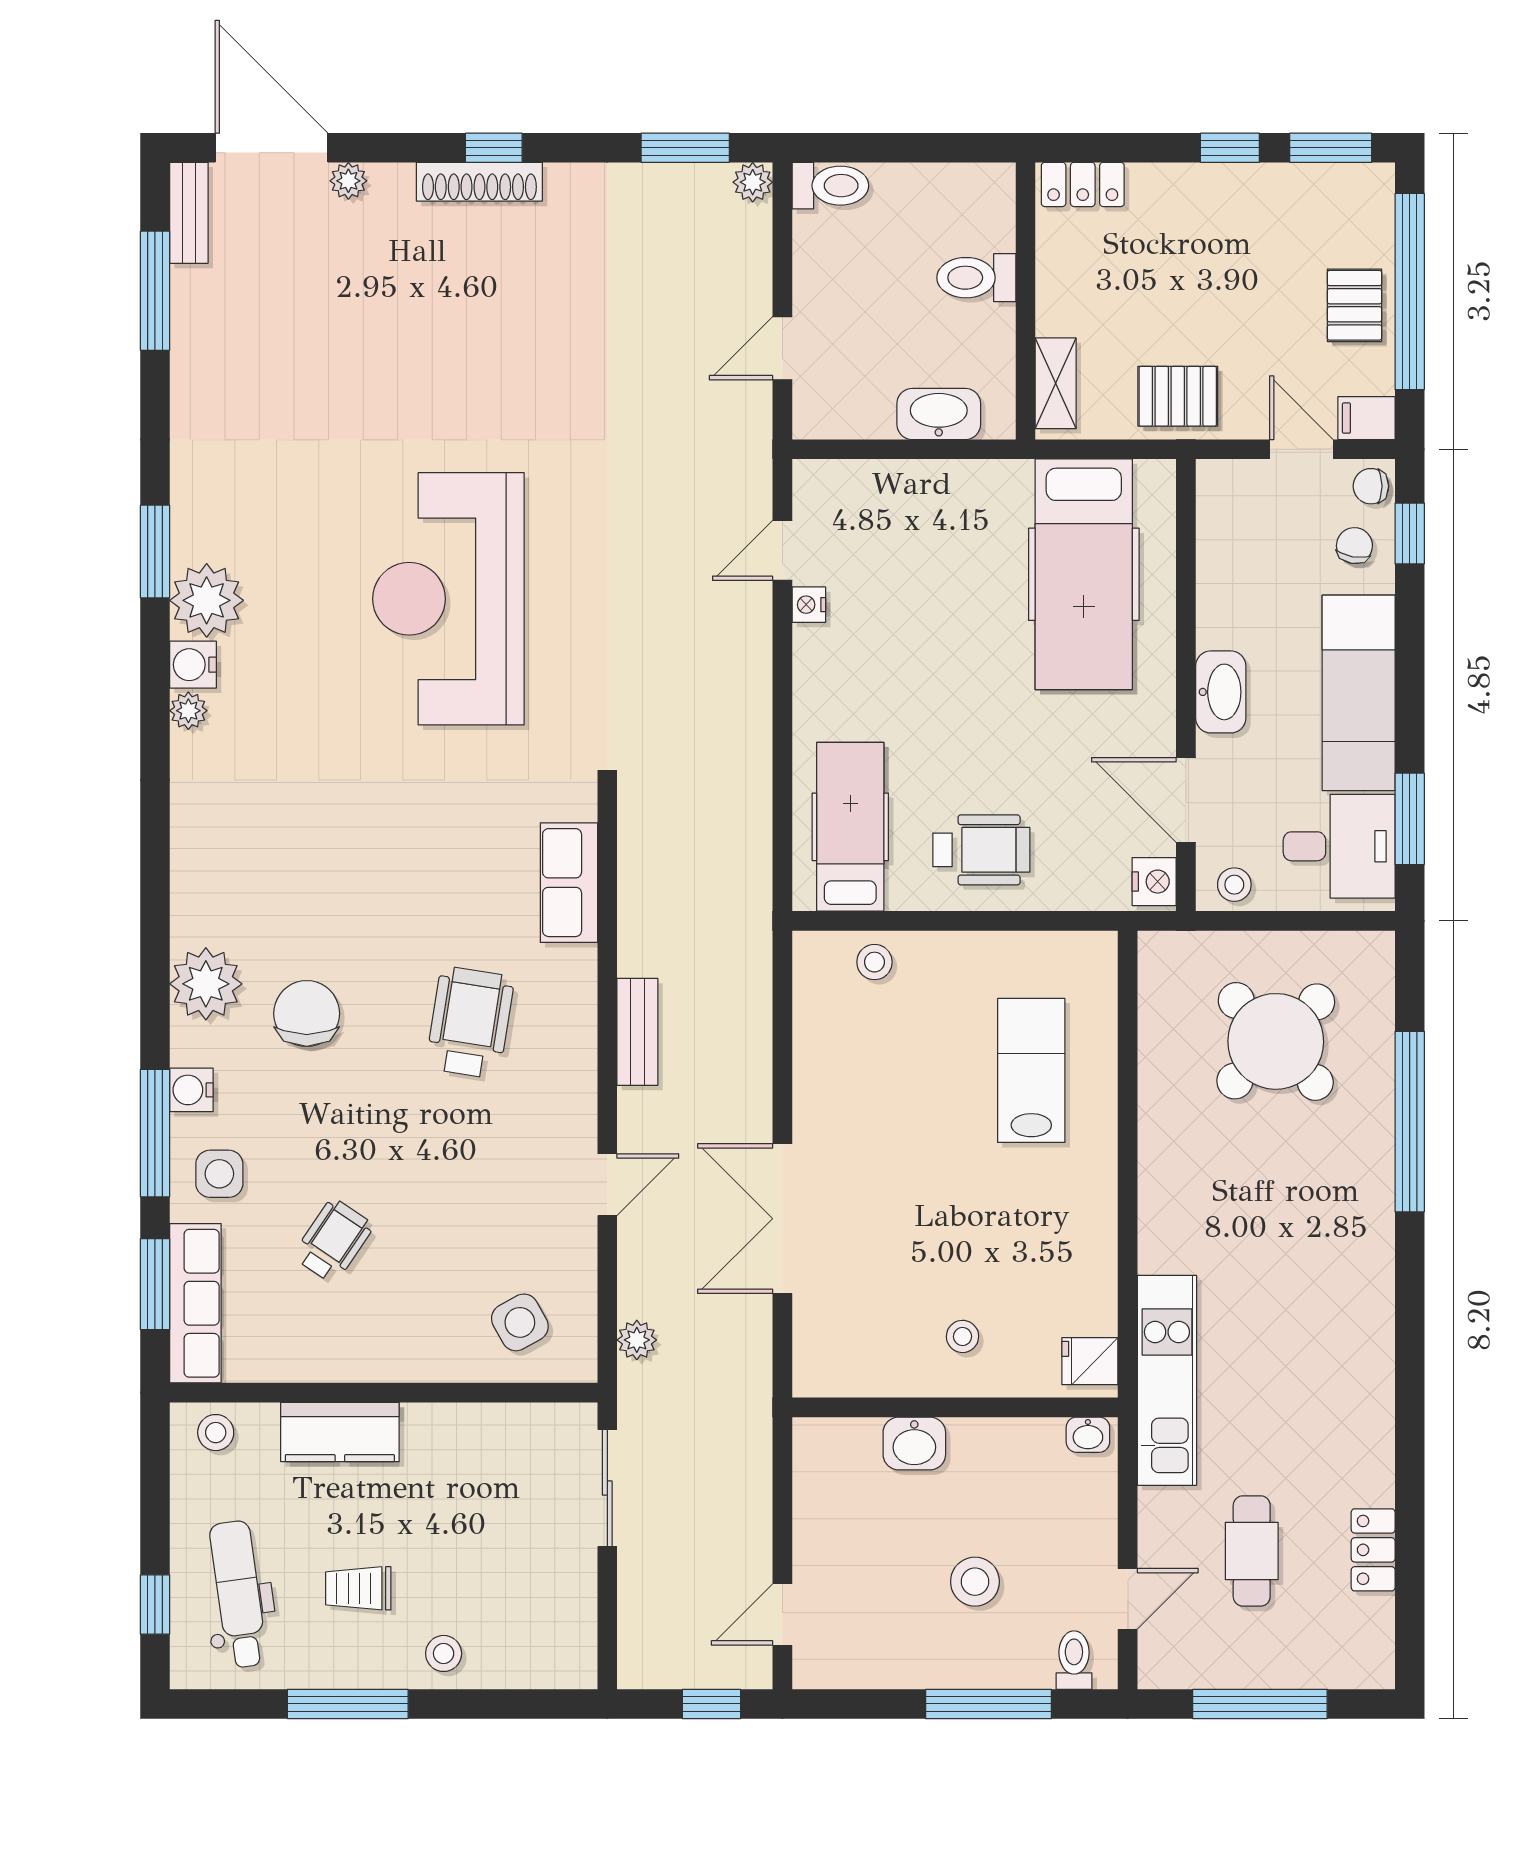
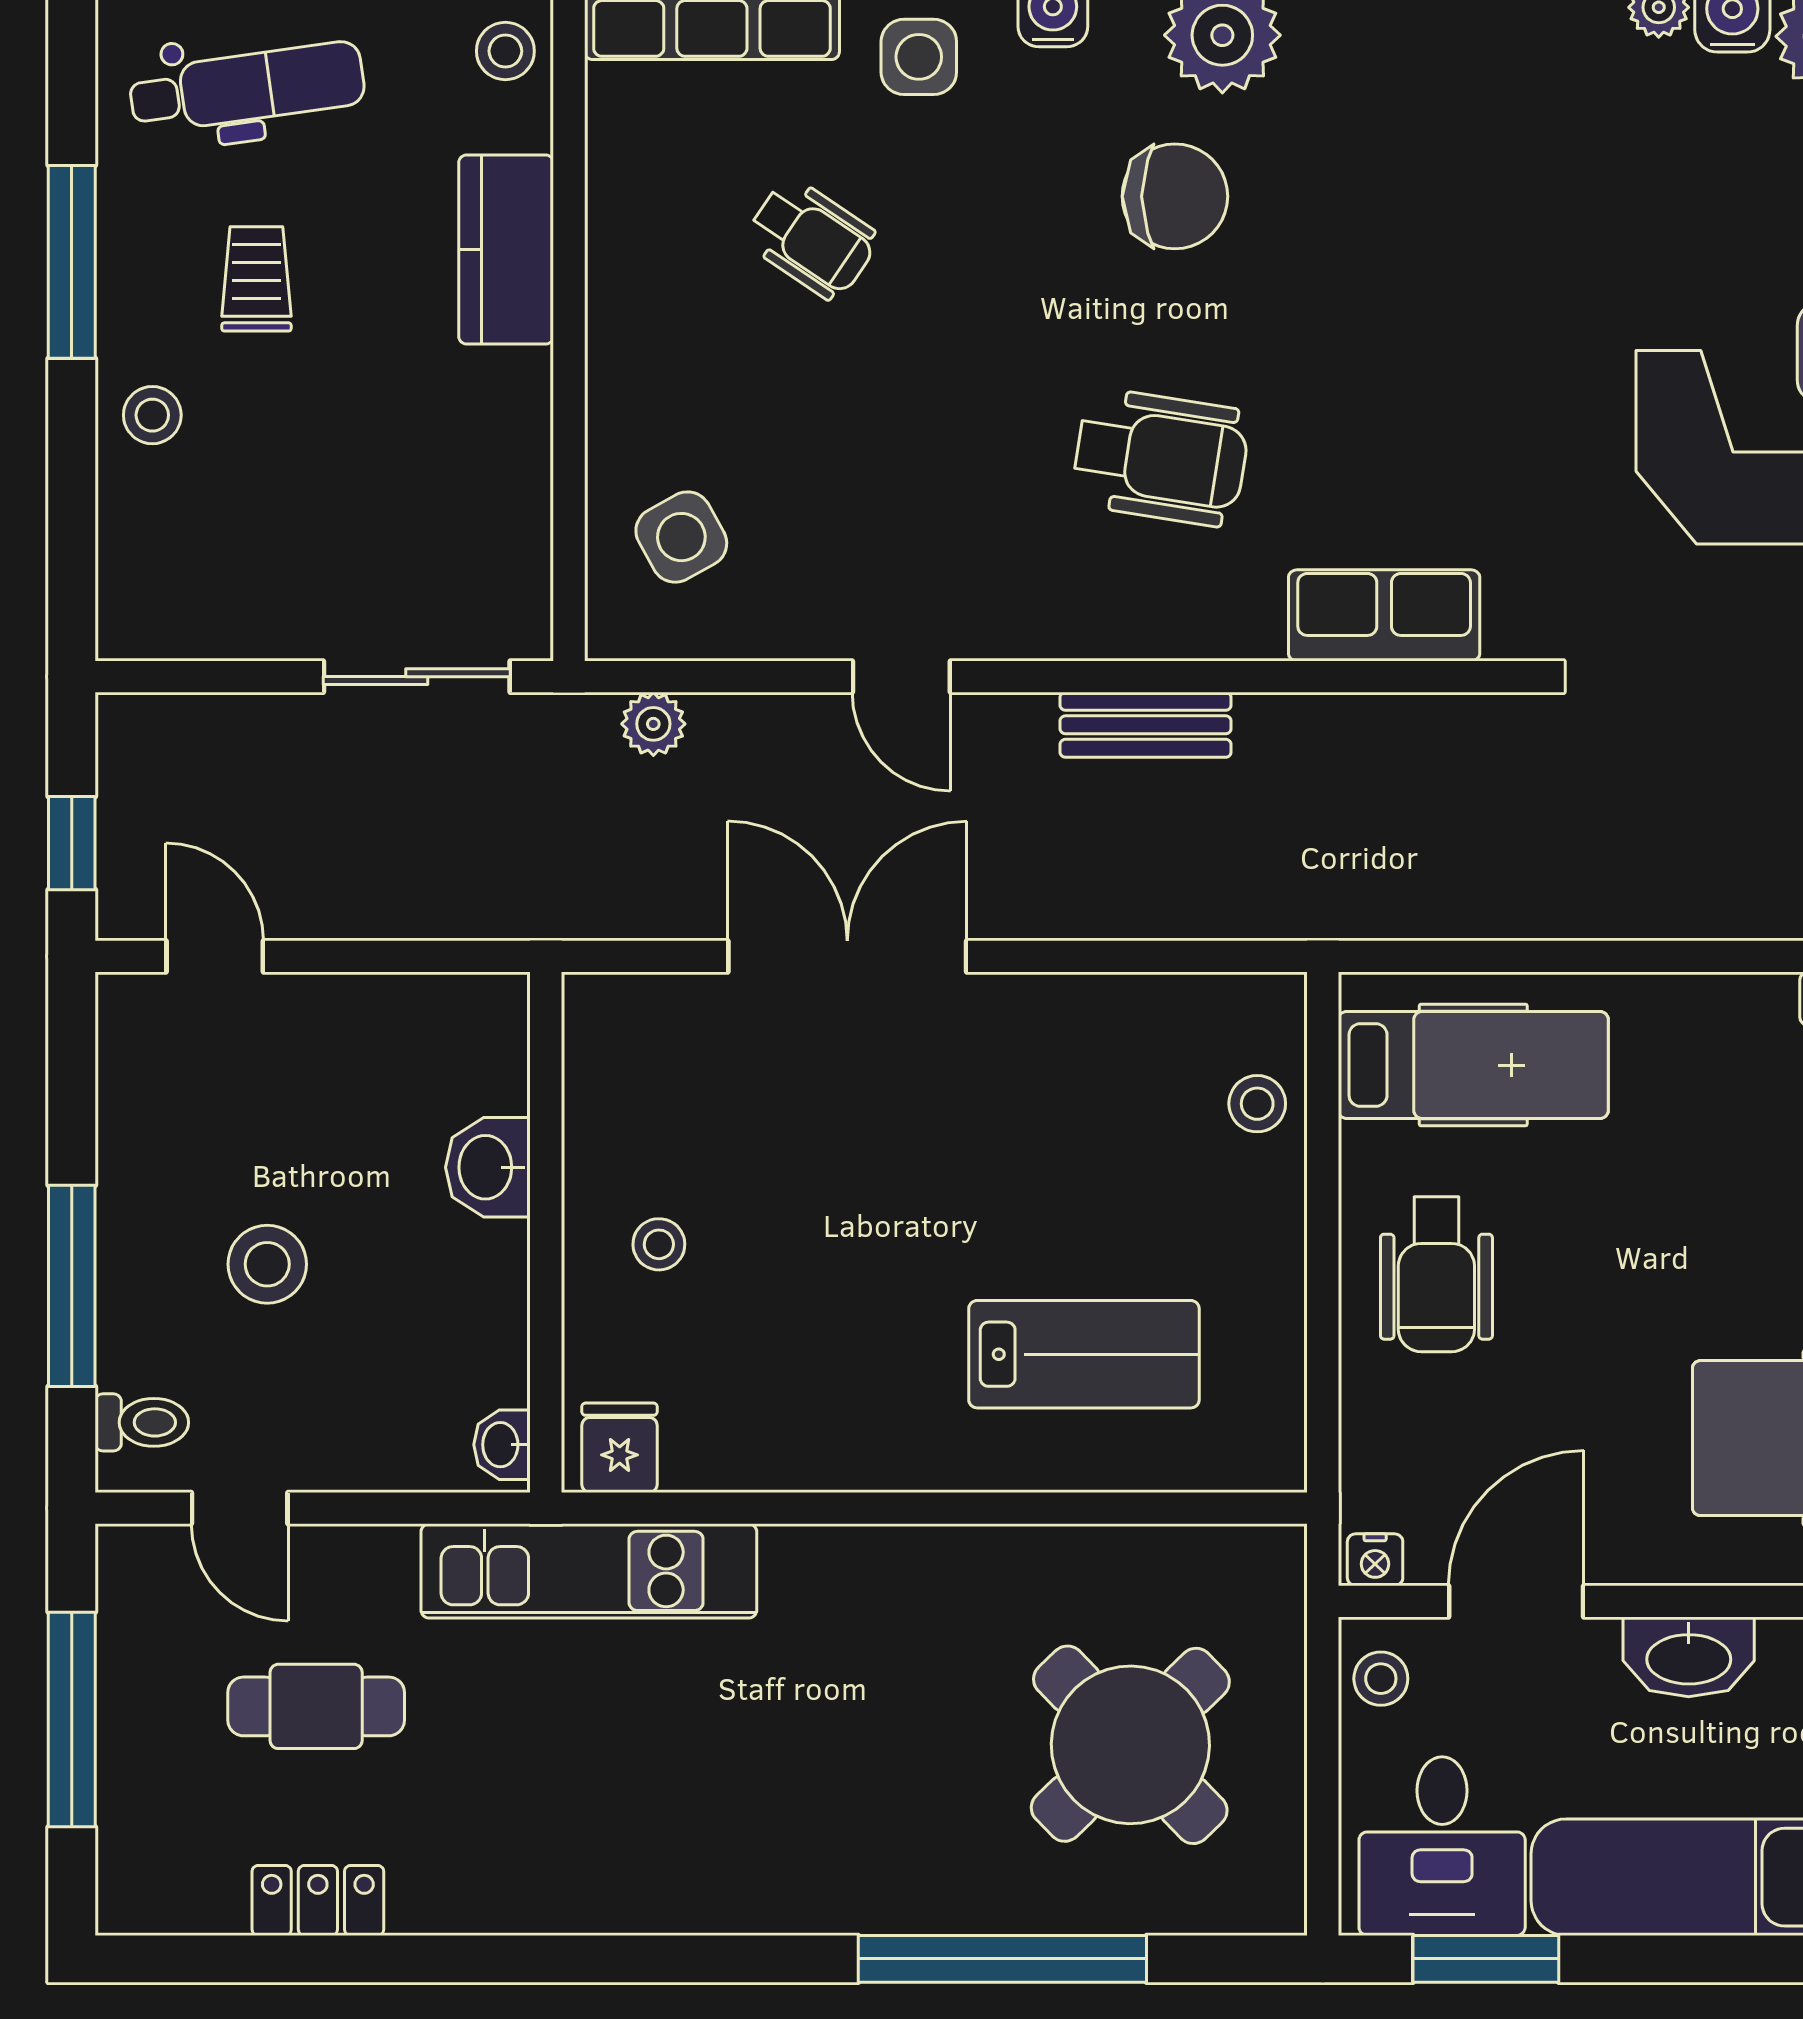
nightstand: (1154, 882) -> (1375, 1560), width x0.72, depth x0.74

